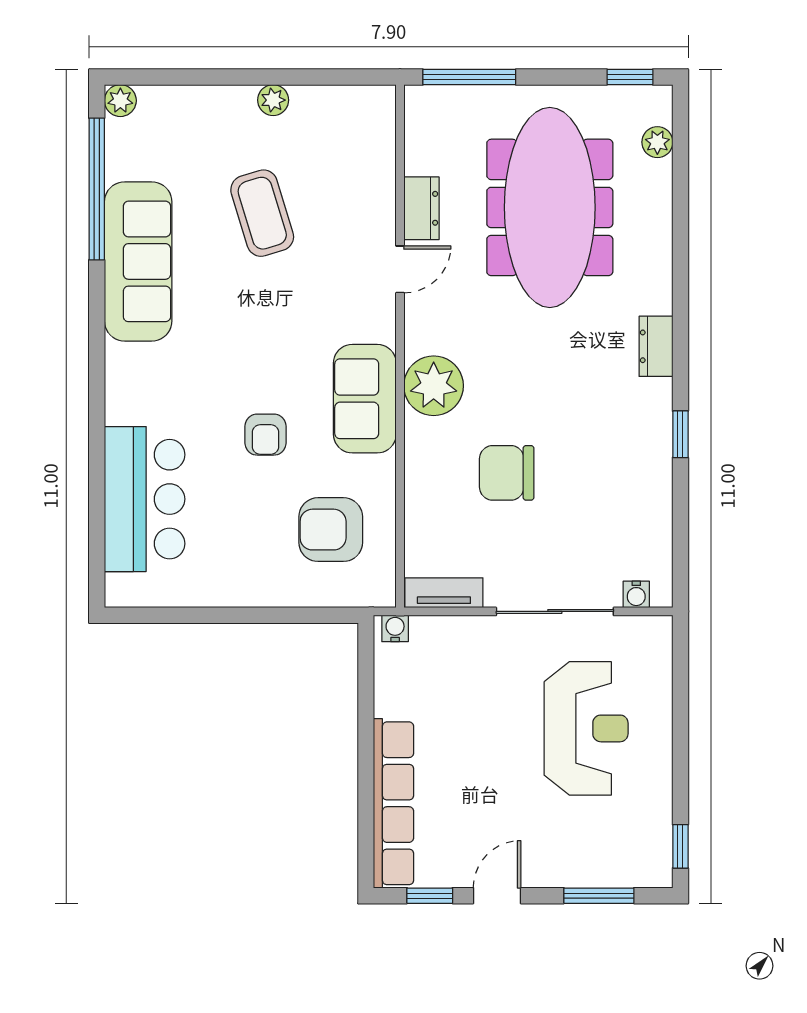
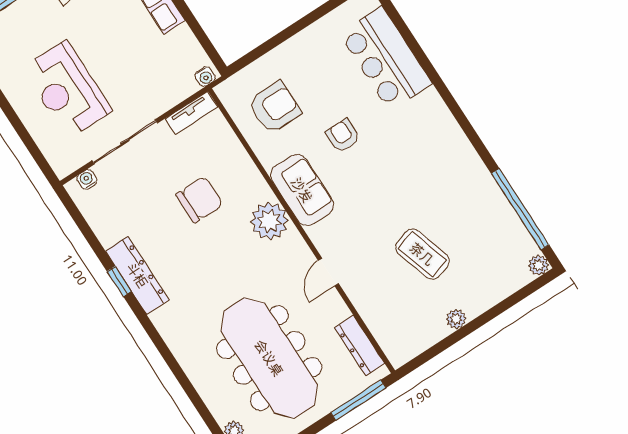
dresser: (421, 208) -> (360, 346), moved, width x1.44
sofa: (138, 261) -> (472, 185), removed
dresser: (656, 346) -> (137, 275), moved, width x1.96, depth x1.24

